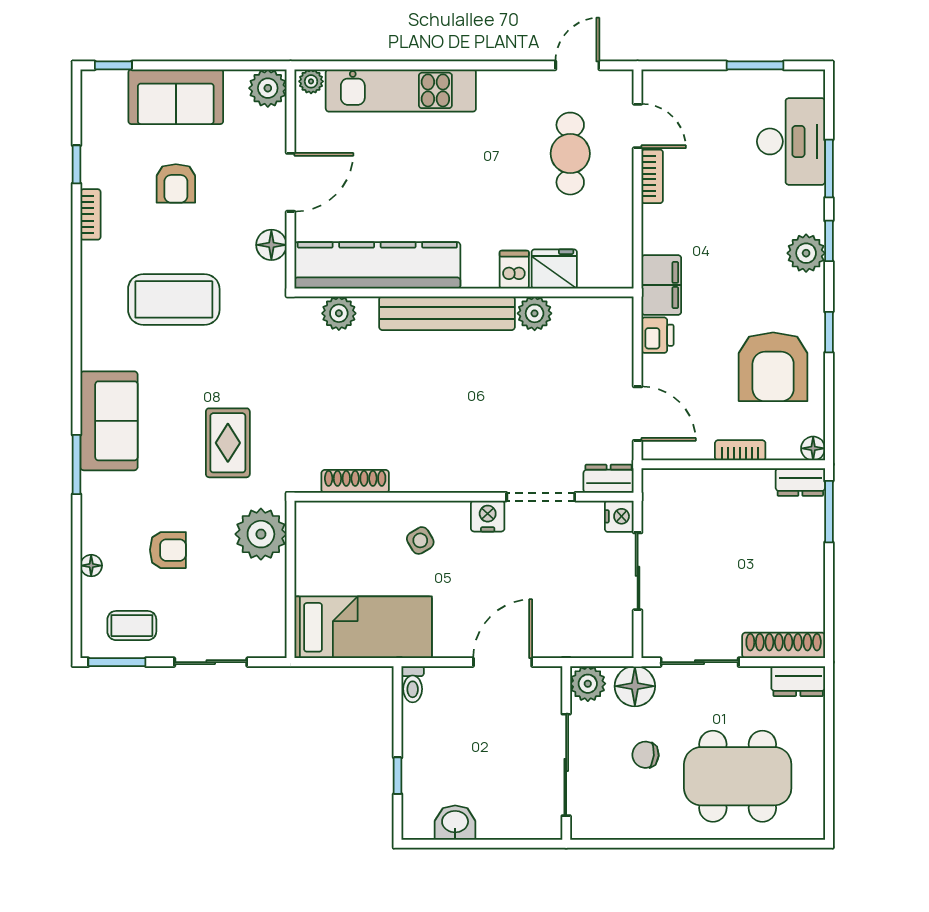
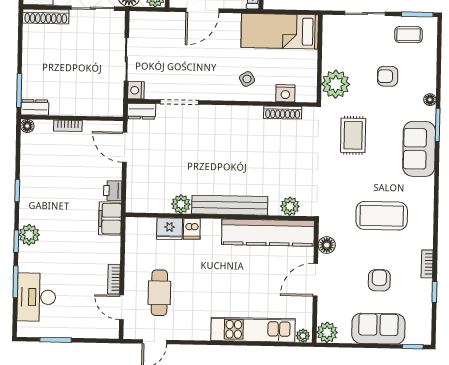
armchair: (773, 367) -> (49, 172), removed
nightstand: (488, 516) -> (285, 93), moved
floor lamp: (91, 566) -> (430, 100), moved

